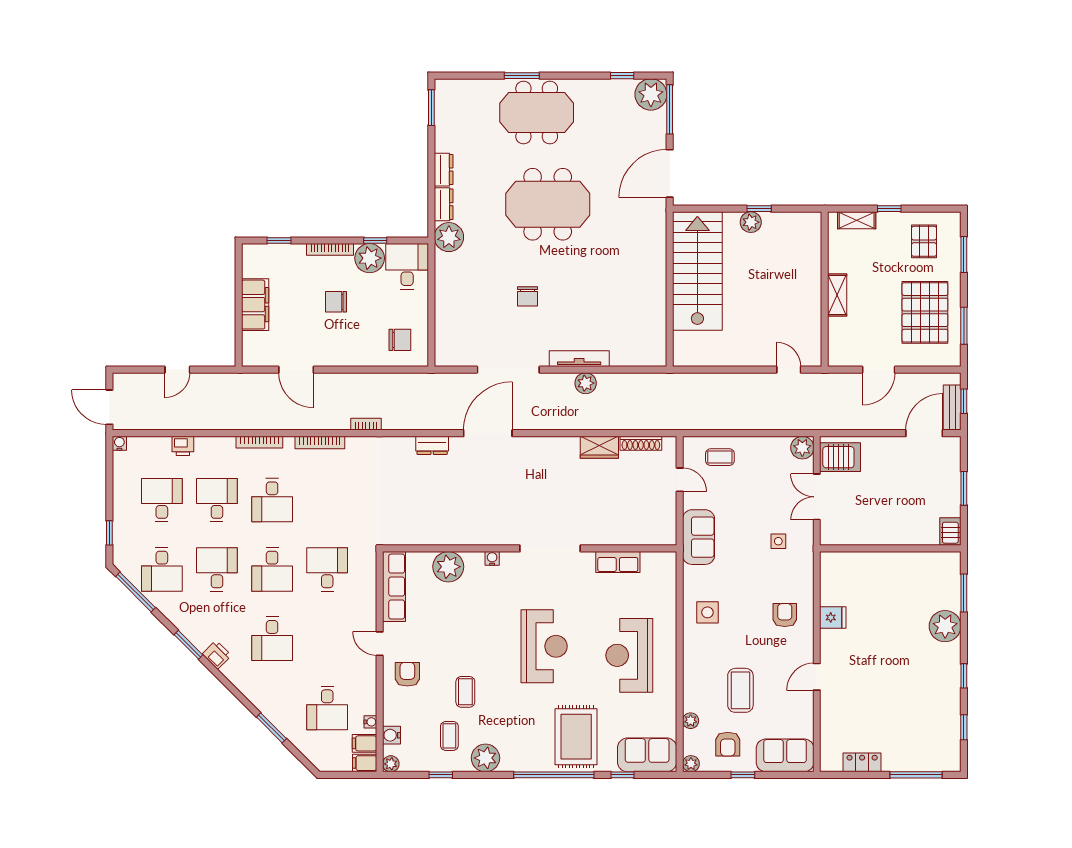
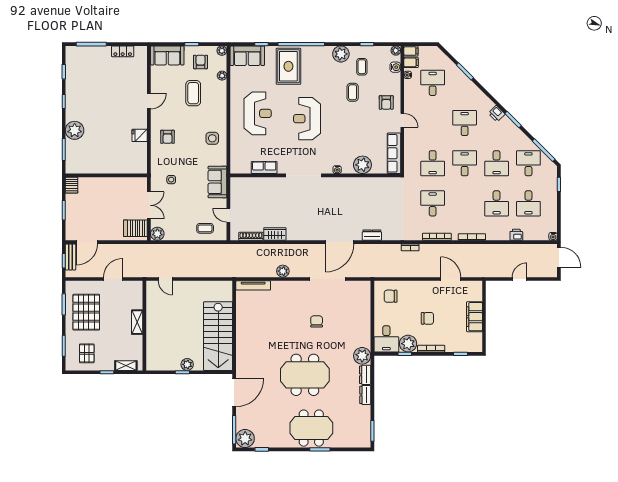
tv unit: (579, 359) -> (253, 285), moved
desk: (272, 500) -> (433, 203), moved

